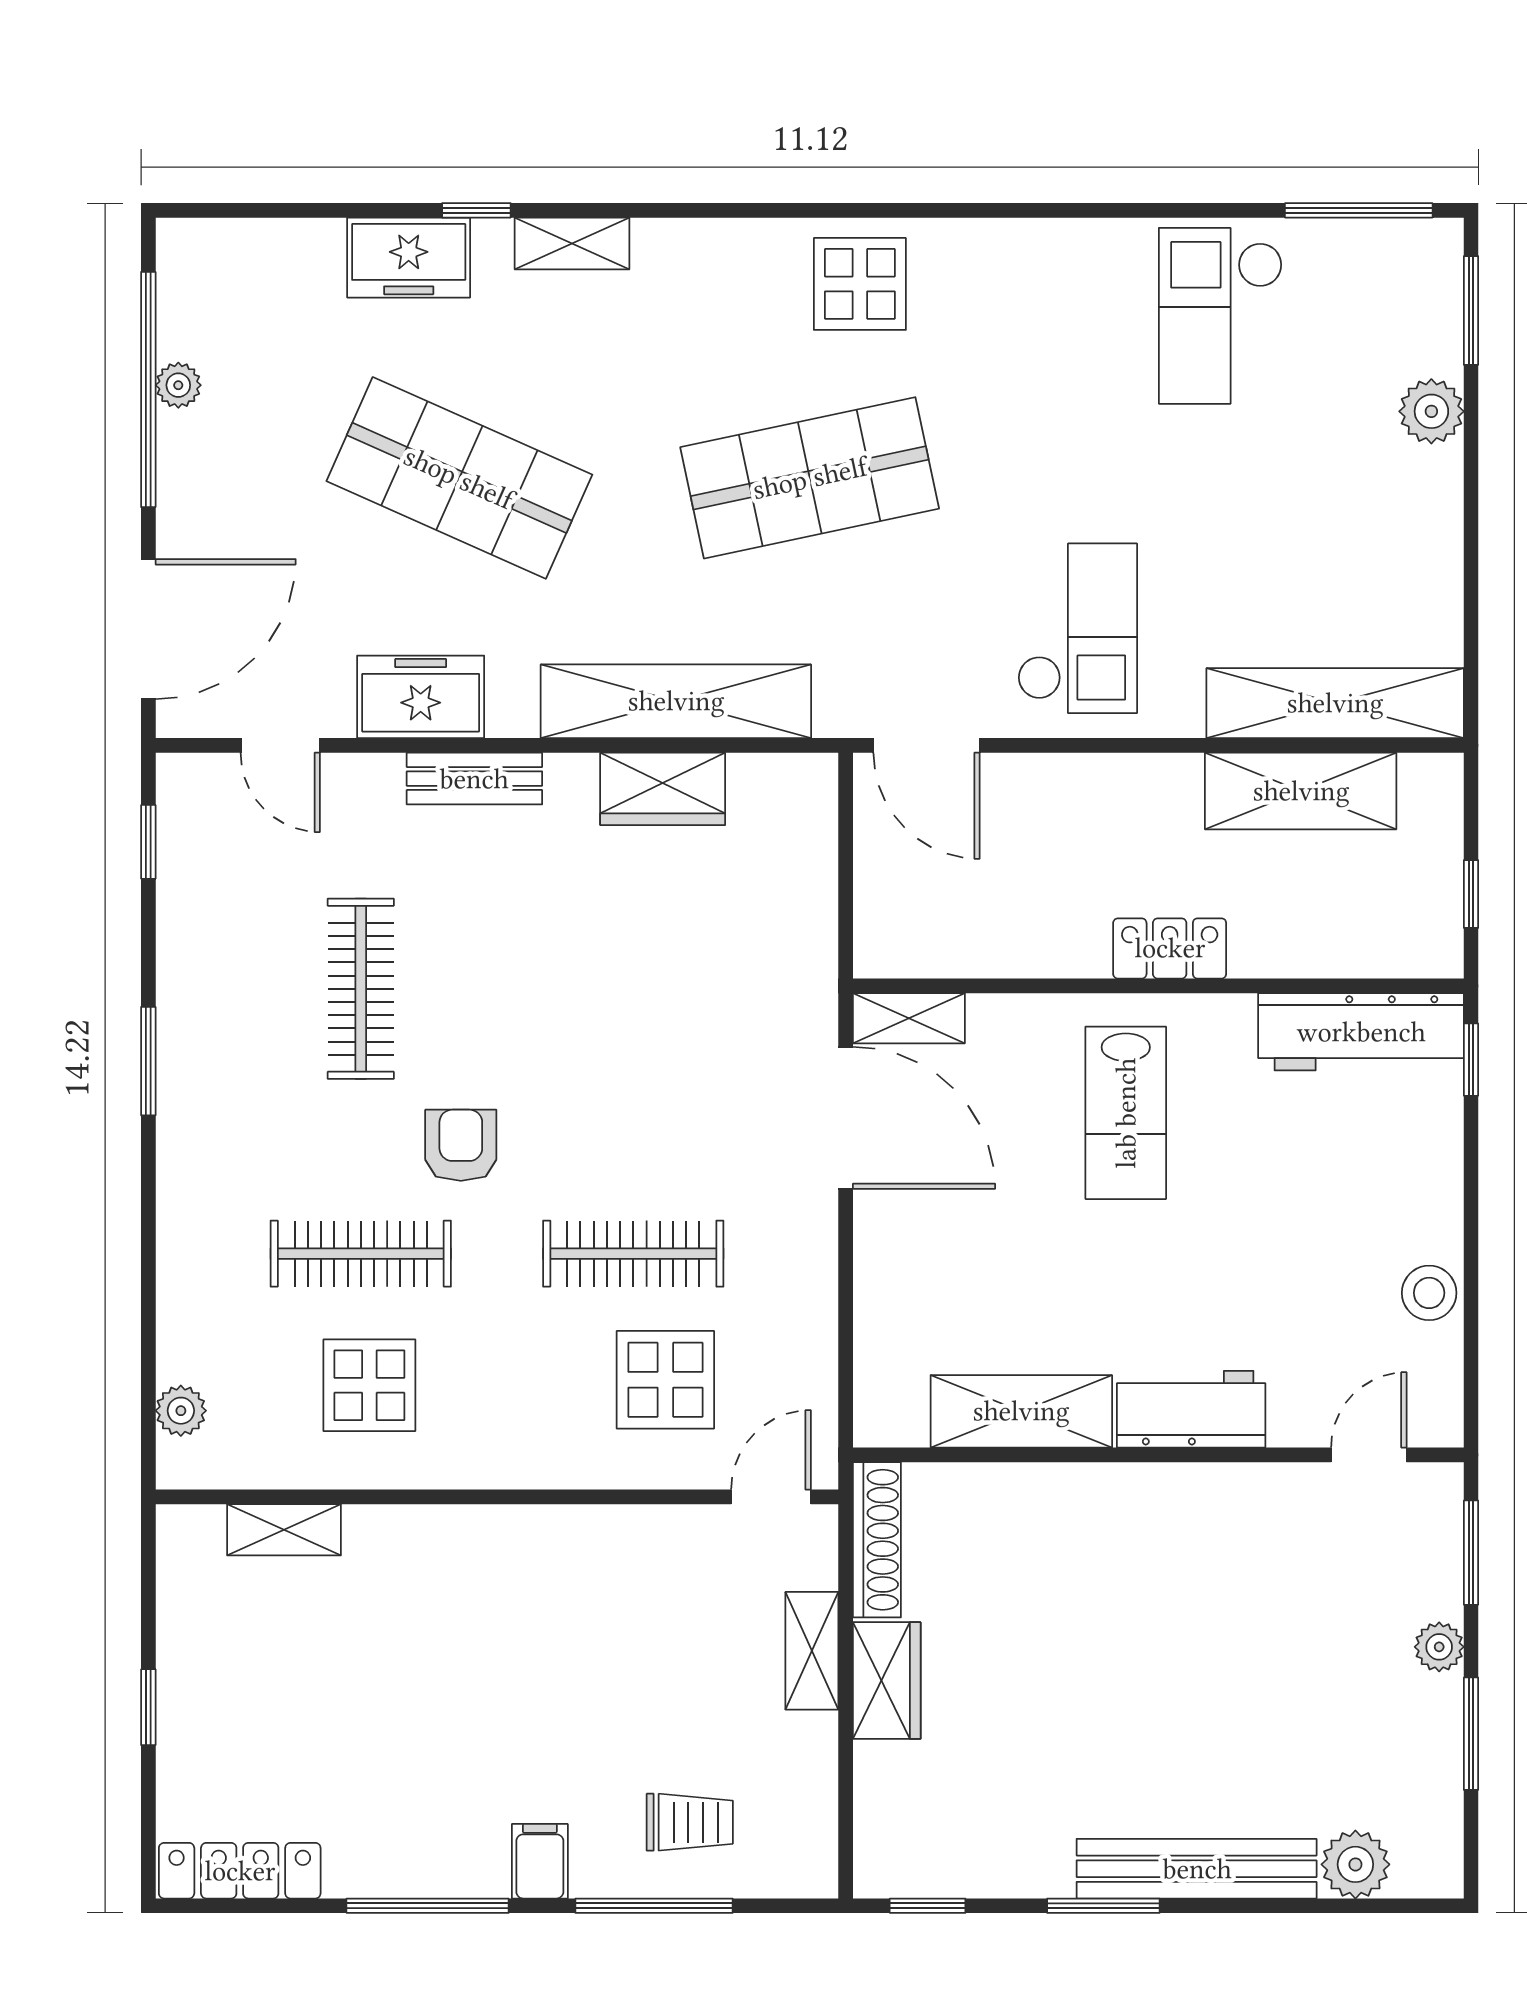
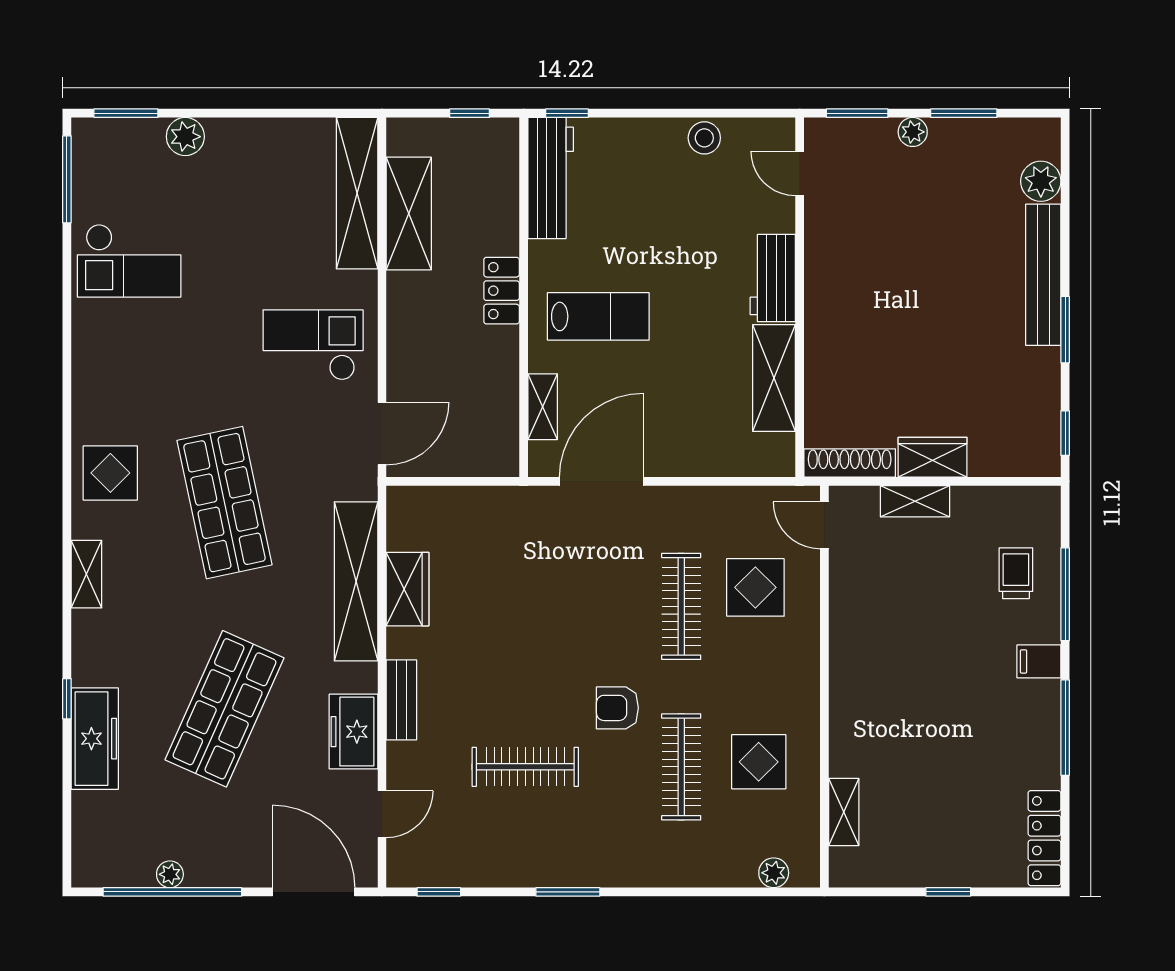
shelving: (572, 243) -> (86, 574), moved
freezer: (409, 258) -> (95, 739), width x1.40
shelving: (909, 1018) -> (543, 407), moved

